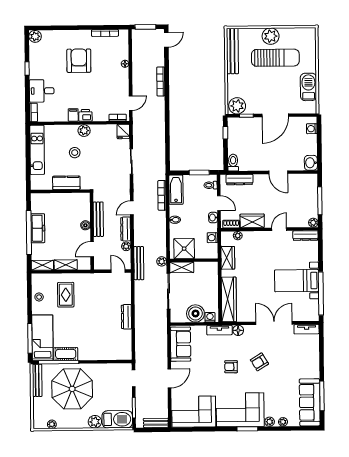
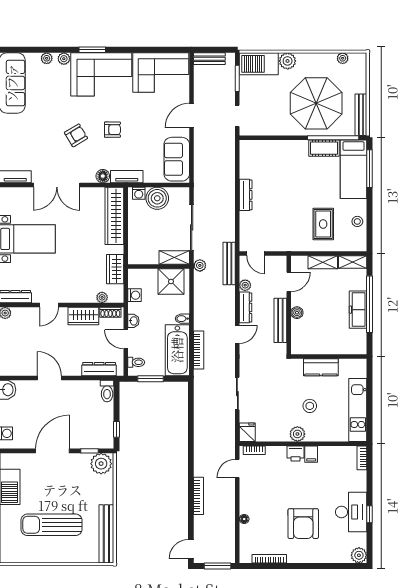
plant: (271, 36) -> (57, 552), removed
desk: (42, 91) -> (351, 512), moved, width x1.37
bathtub: (176, 190) -> (177, 350), width x1.36, depth x1.36

